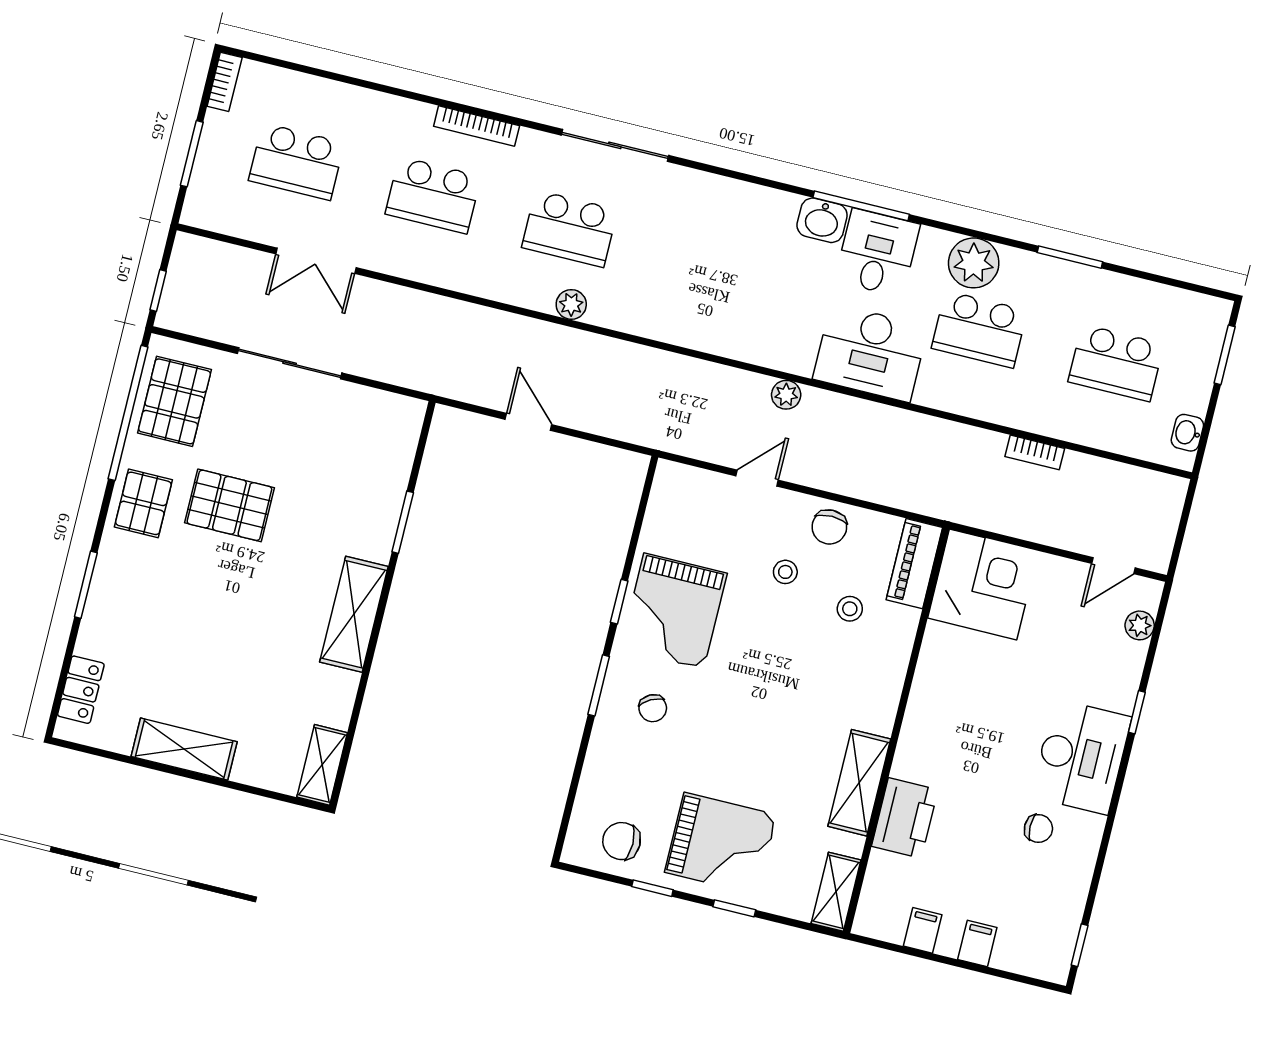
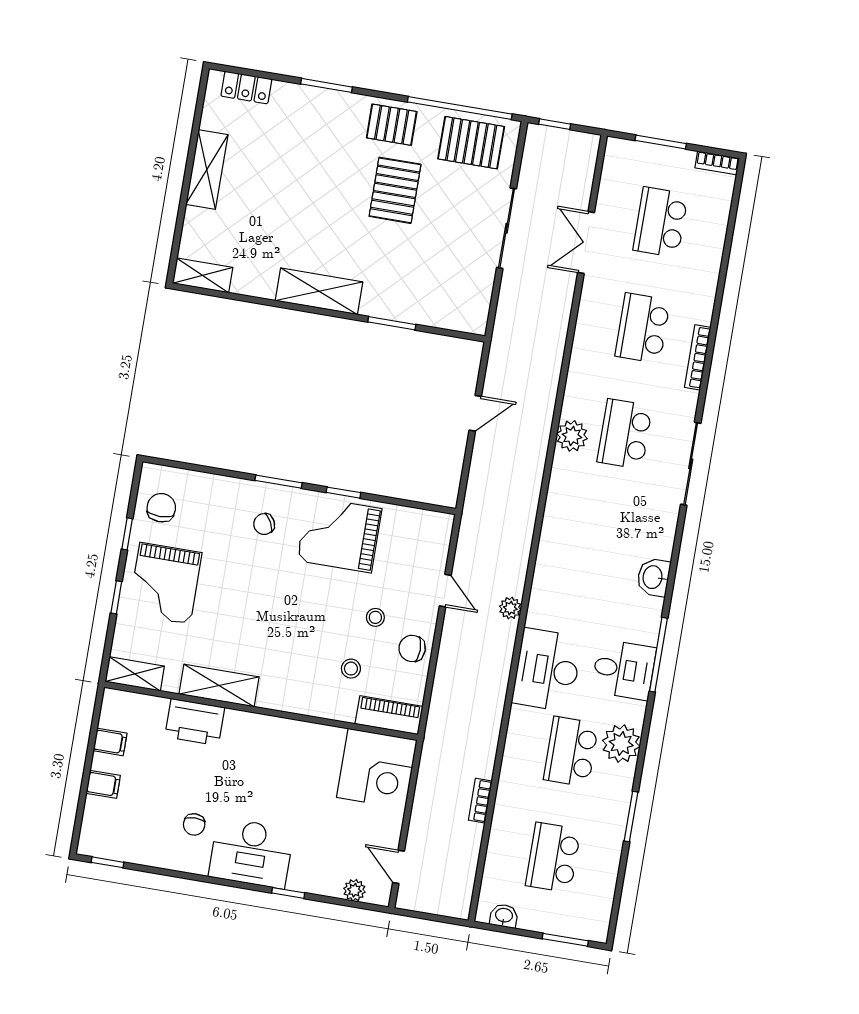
washbasin: (822, 220) -> (653, 577), moved
plant: (571, 304) -> (572, 436), width x1.38, depth x1.38

